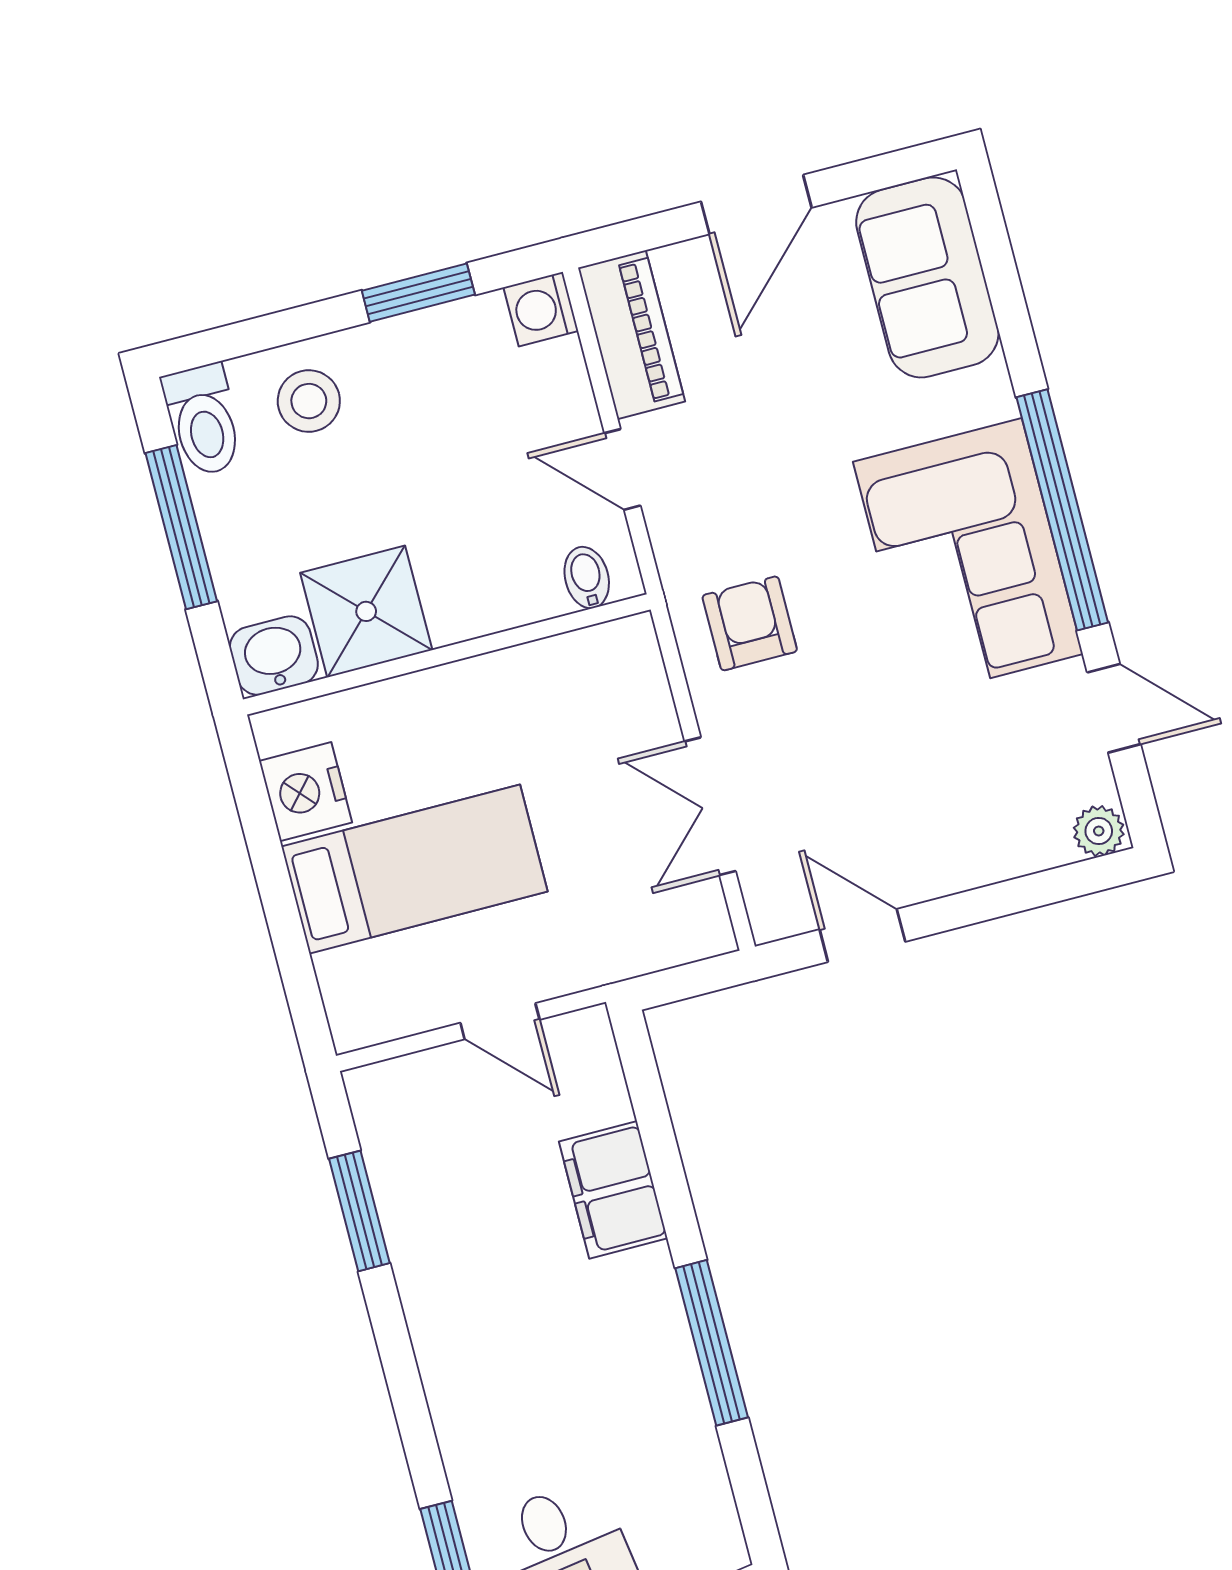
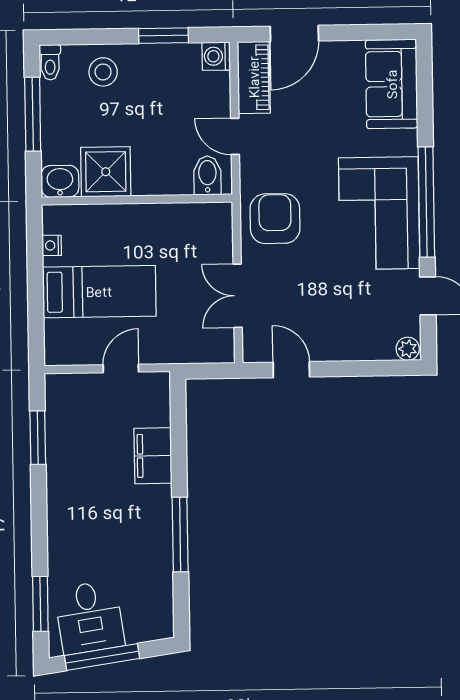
door: (756, 205) -> (294, 34), moved
toilet: (203, 420) -> (50, 62), width x0.73, depth x0.72
bidet: (587, 578) -> (207, 175), width x1.38, depth x1.36
armchair: (750, 623) -> (275, 219), width x1.38, depth x1.38
nightstand: (306, 792) -> (52, 245), width x0.53, depth x0.56
door: (500, 1021) -> (121, 368), swing flipped

